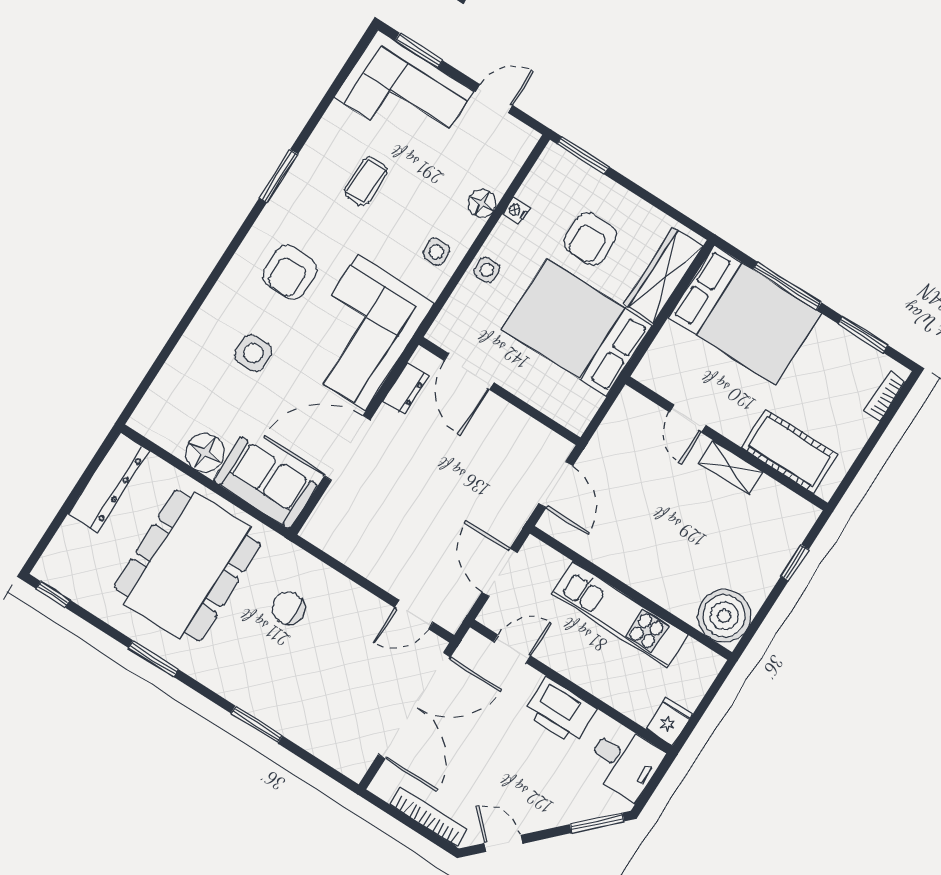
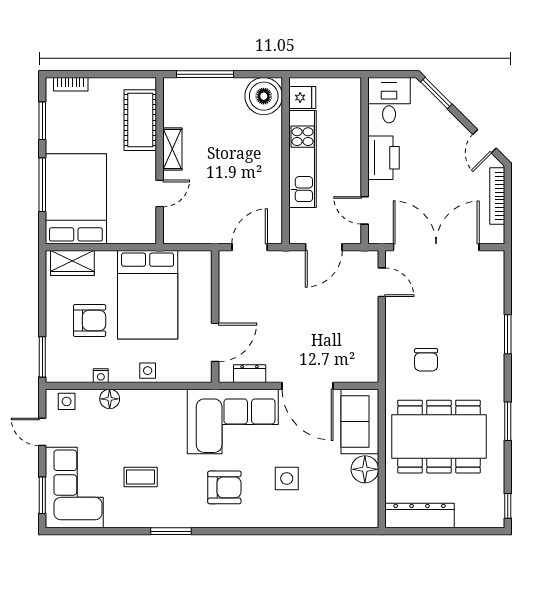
side table: (436, 252) -> (67, 401), moved
wardrobe: (663, 275) -> (72, 263), width x0.67
window: (795, 563) -> (205, 74), width x2.17
fridge: (669, 722) -> (302, 98), moved, turned 180

